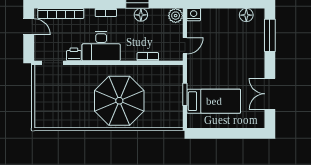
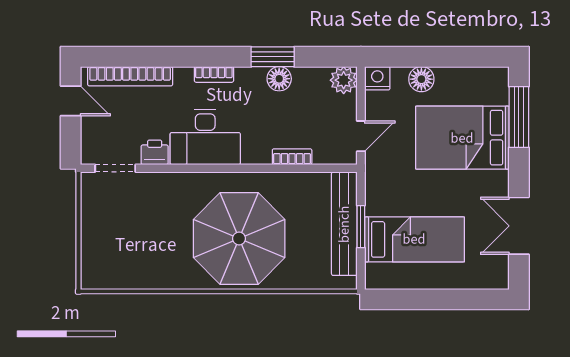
floor lamp: (246, 15) -> (421, 79), moved
bed: (239, 46) -> (462, 138), added
bench: (176, 93) -> (344, 224), added

